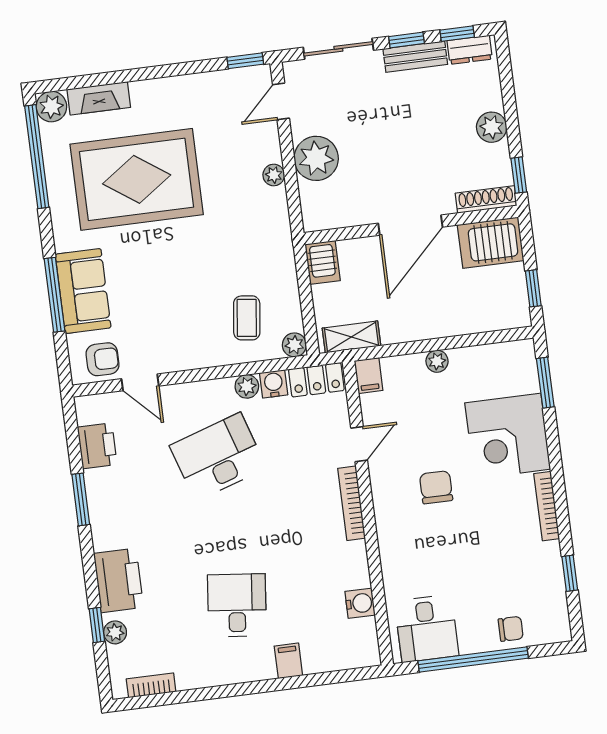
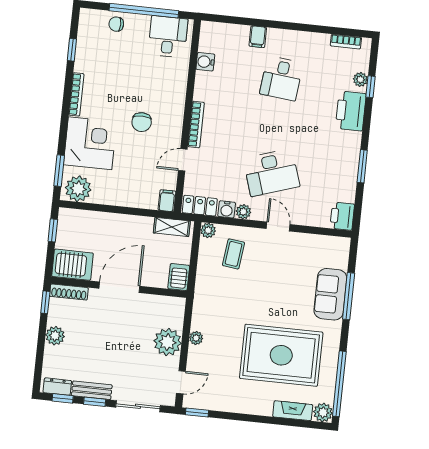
armchair: (103, 359) -> (328, 249), removed
plant: (437, 361) -> (78, 189), moved, width x1.88, depth x1.88
door: (140, 382) -> (278, 227), moved
printer: (97, 446) -> (342, 216), moved

